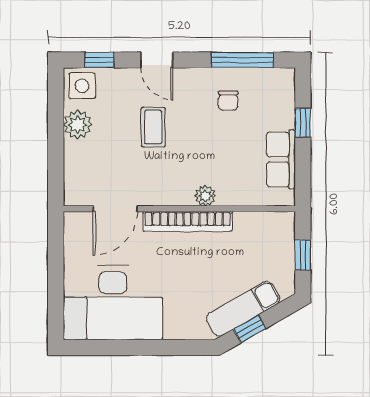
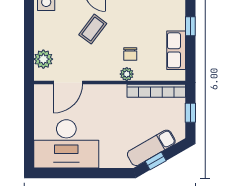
chair: (228, 101) -> (130, 54), moved
plant: (78, 125) -> (43, 59), moved
coffee table: (153, 127) -> (93, 29), turned 37
bookcase: (188, 221) -> (156, 91), moved

